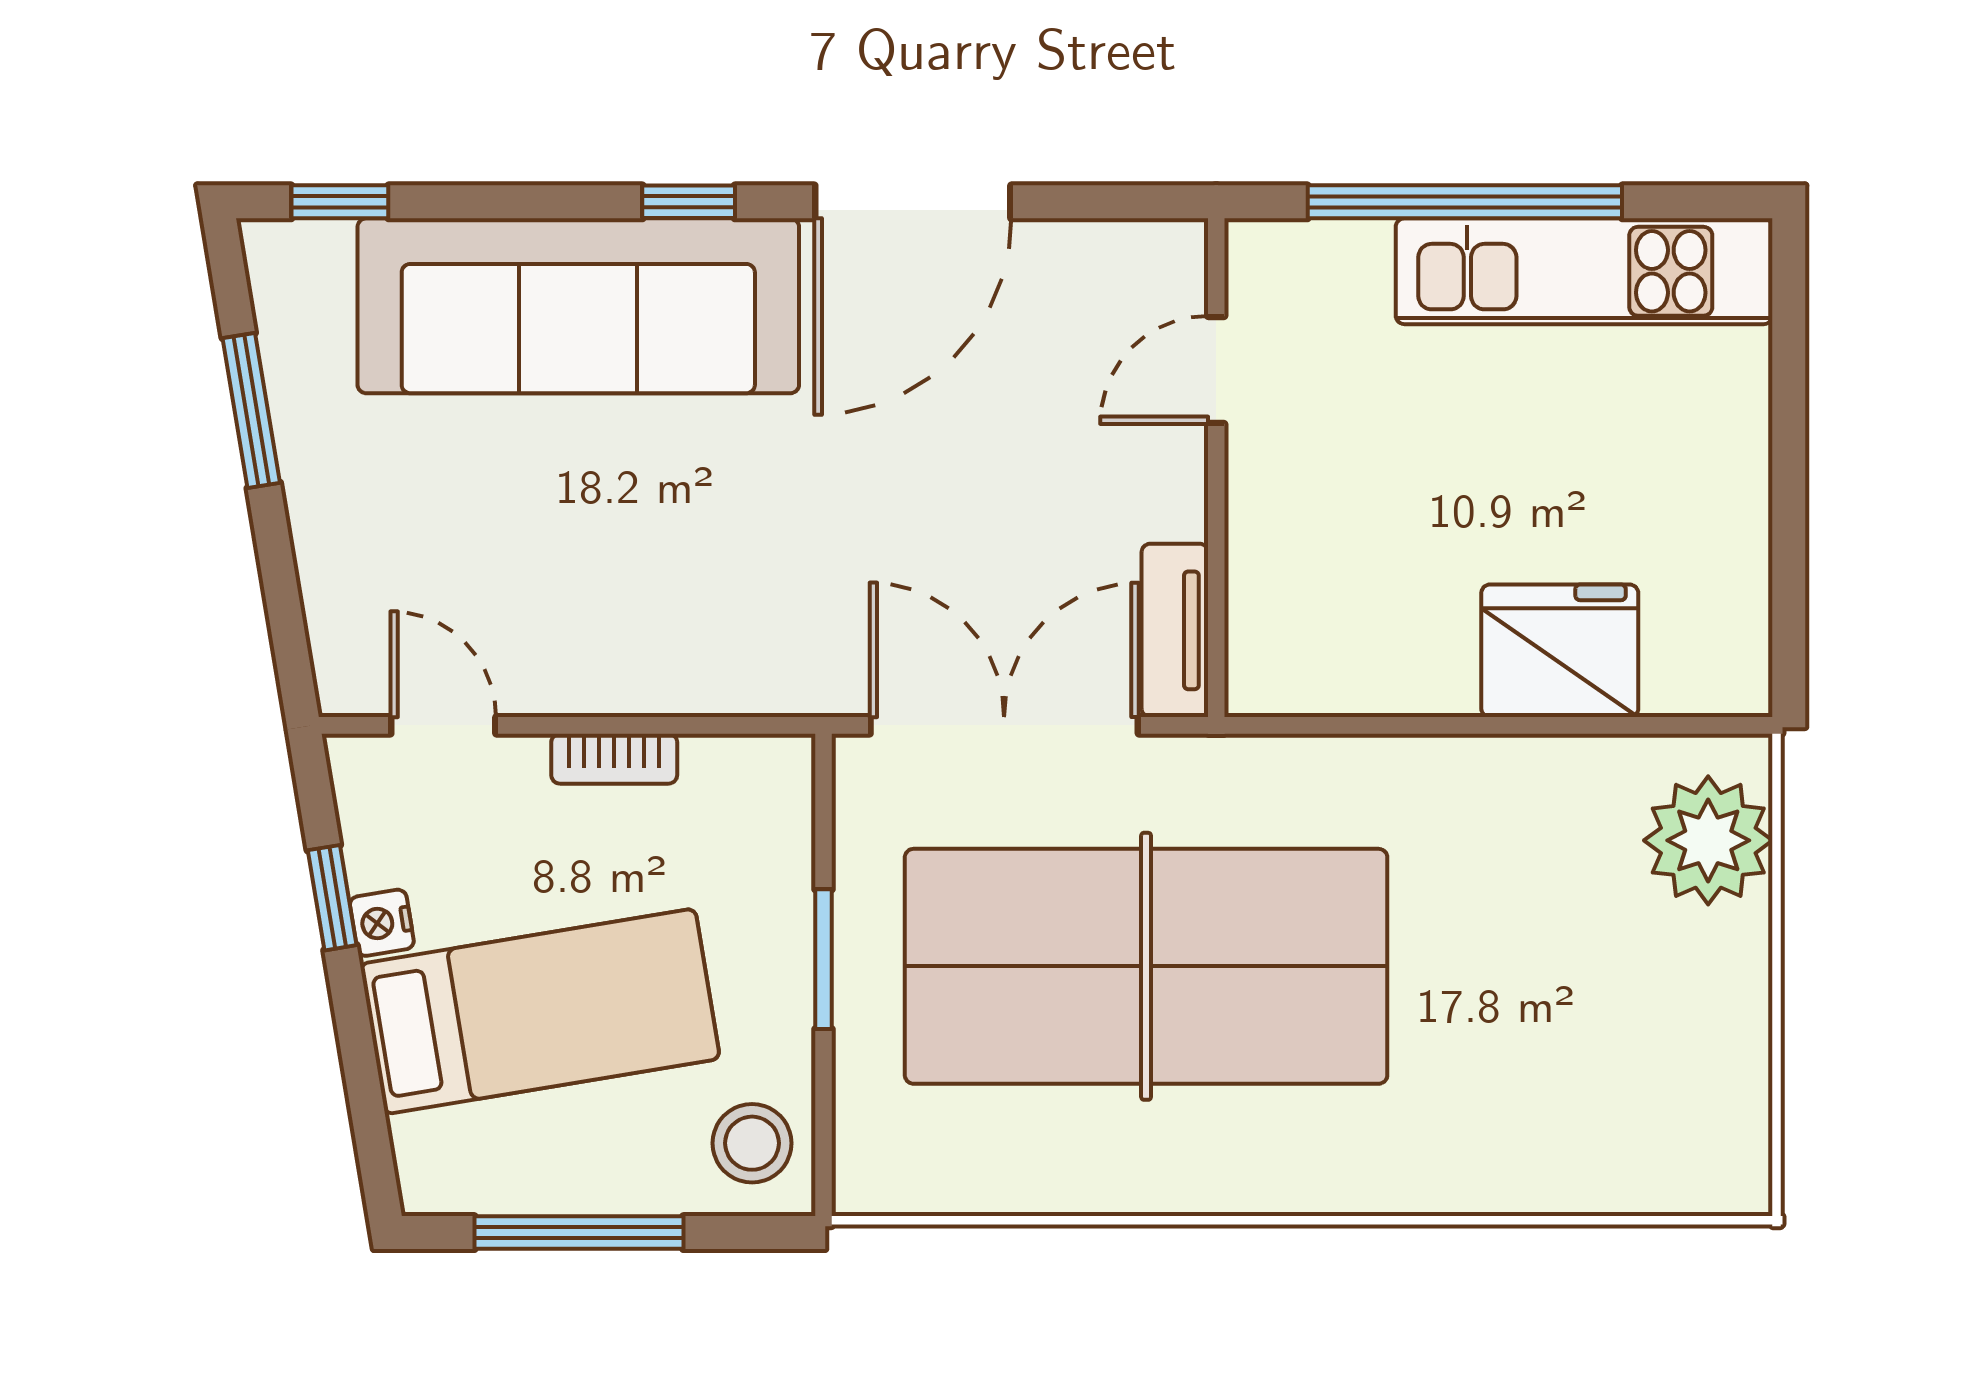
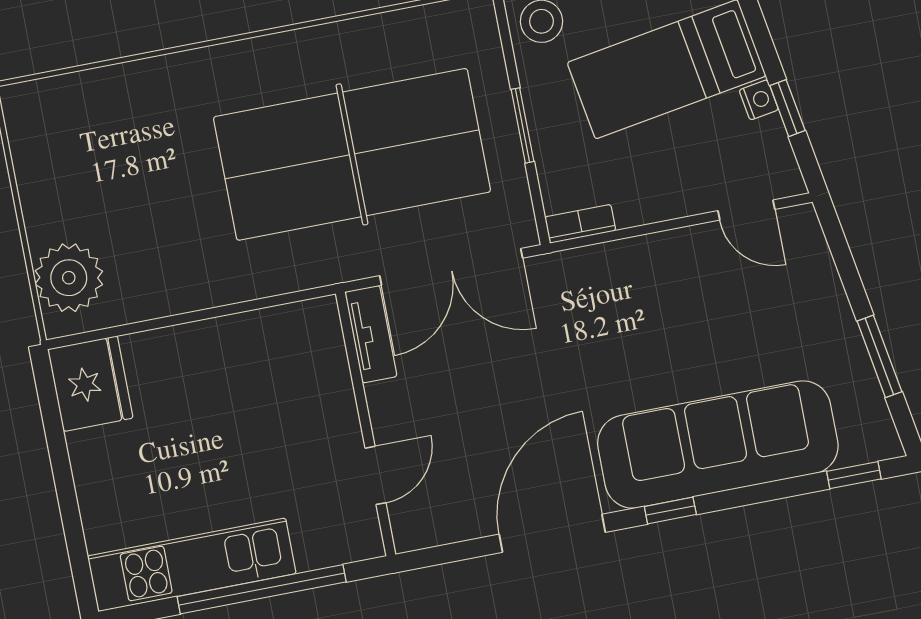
fridge: (1560, 651) -> (90, 384), moved, turned -90
bookcase: (614, 759) -> (580, 224), moved

